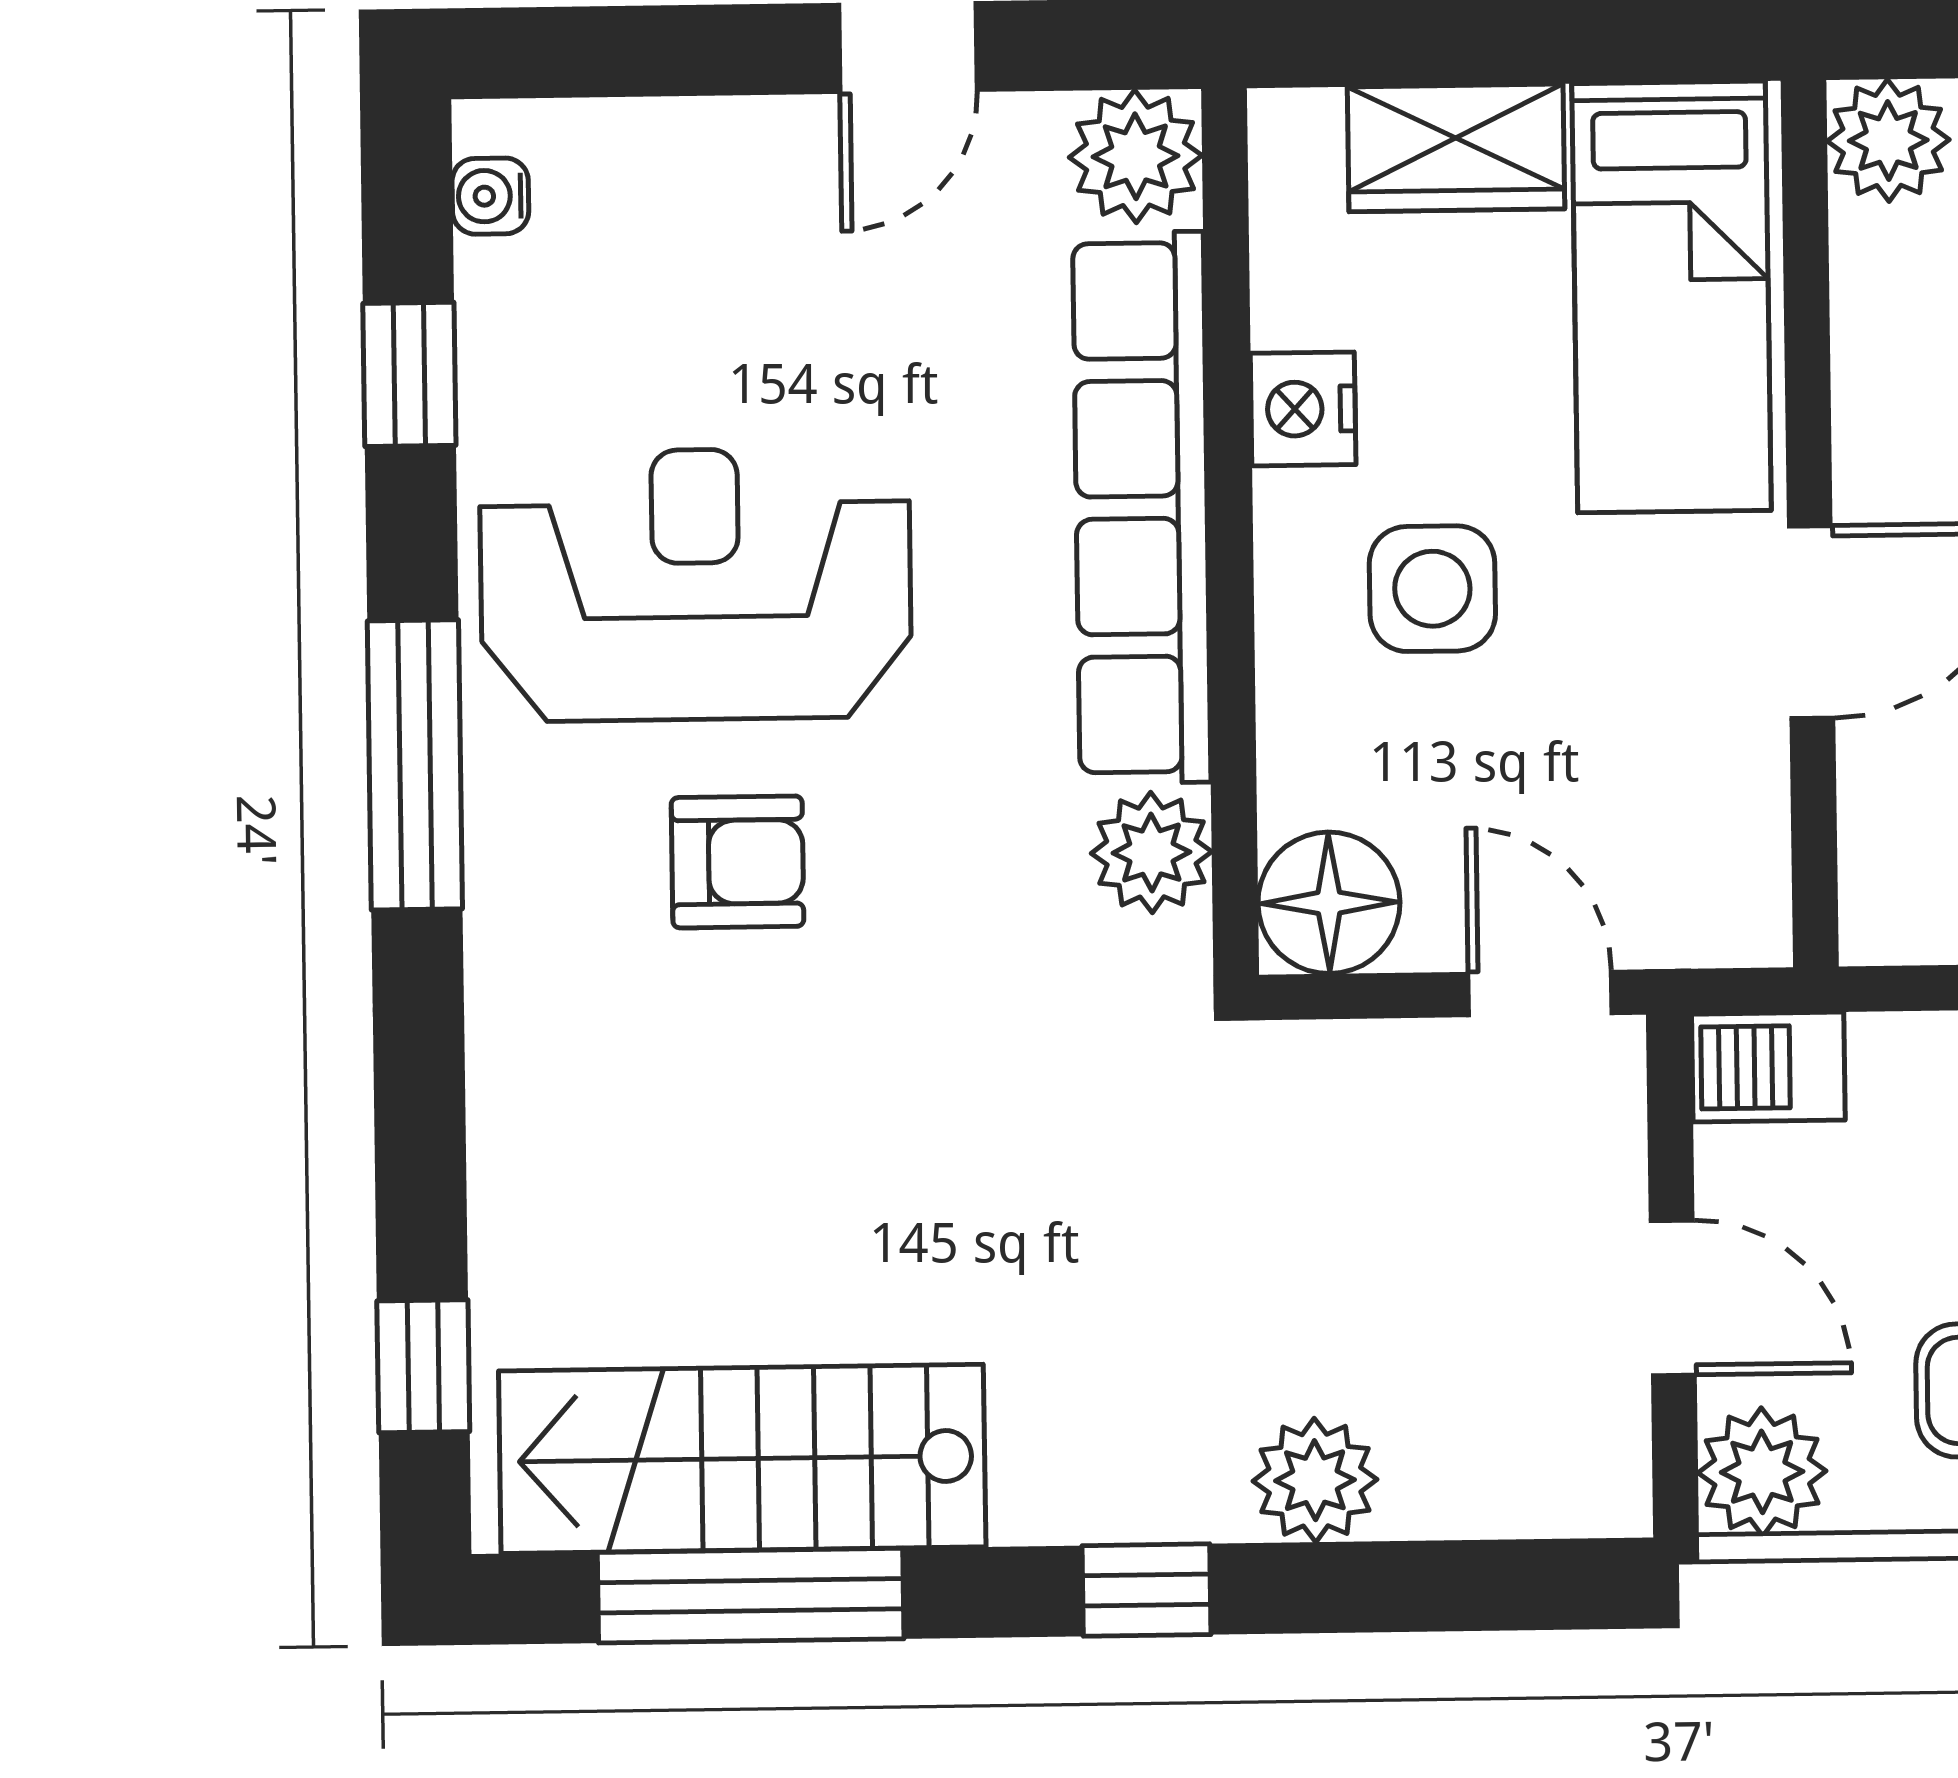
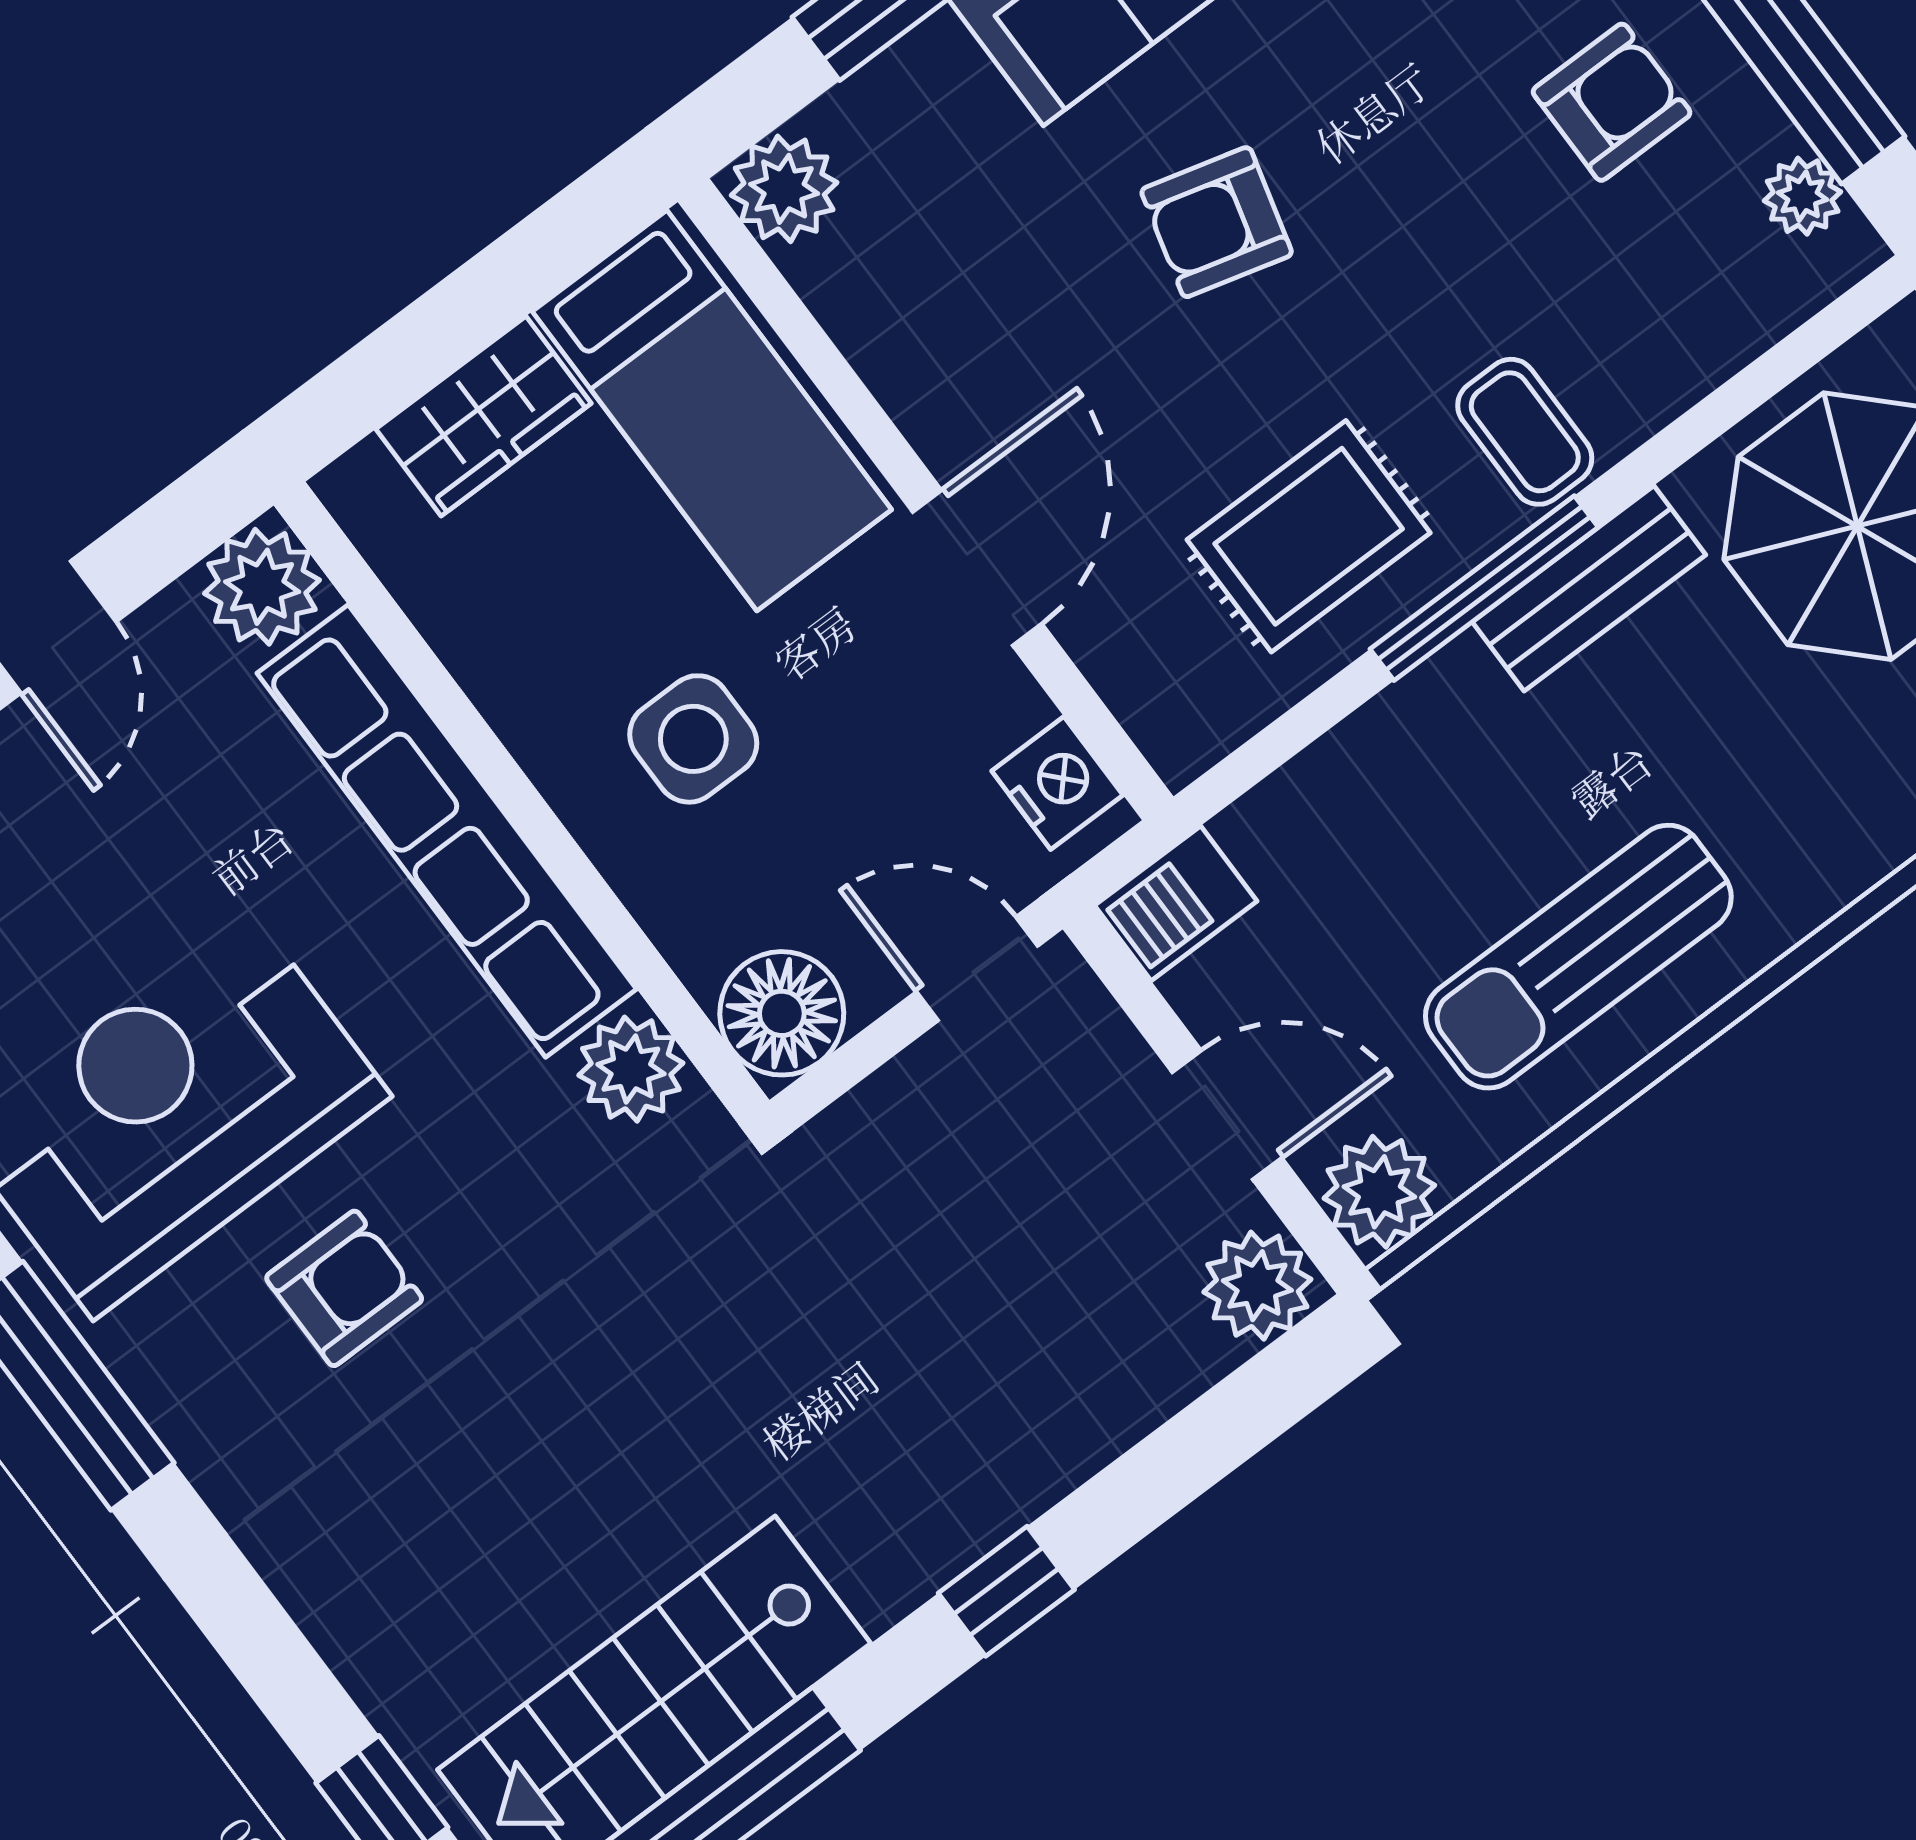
nightstand: (1303, 409) -> (1057, 783), moved, turned 180
plant: (1315, 1480) -> (1257, 1286), moved

